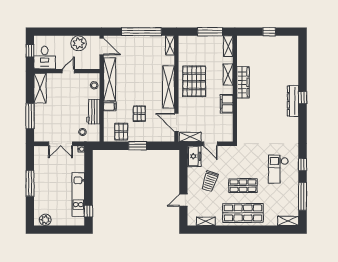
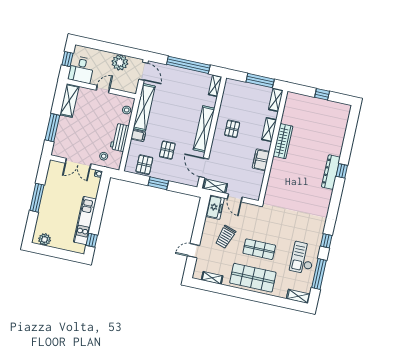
pallet: (194, 81) -> (232, 129), width x0.49, depth x0.50
checkout: (278, 169) -> (303, 258), moved

